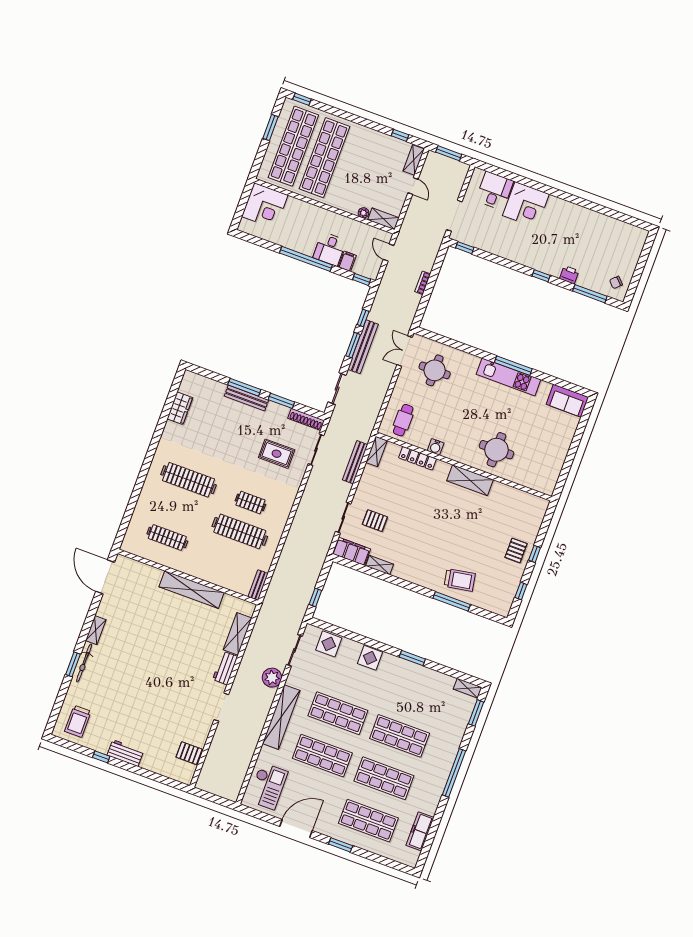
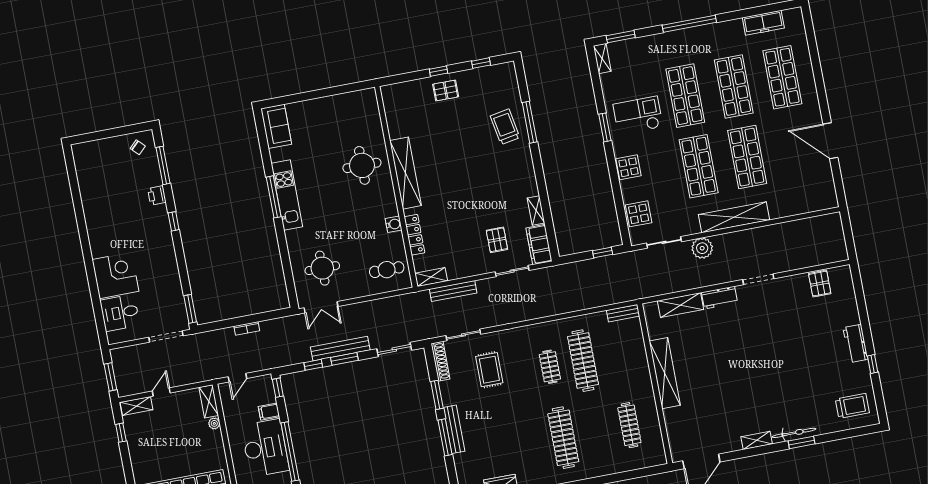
window: (465, 248) -> (190, 309), width x1.50
desk: (330, 249) -> (265, 448), width x1.87, depth x1.30
shelving: (470, 480) -> (406, 173), width x1.47
checkout: (268, 786) -> (638, 115), moved
window: (341, 845) -> (821, 90), removed

